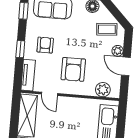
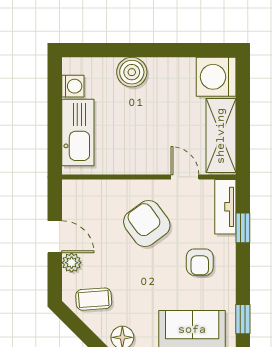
window: (20, 49) -> (243, 228), moved
armchair: (73, 69) -> (147, 223), turned -36
plant: (103, 90) -> (92, 192), removed

